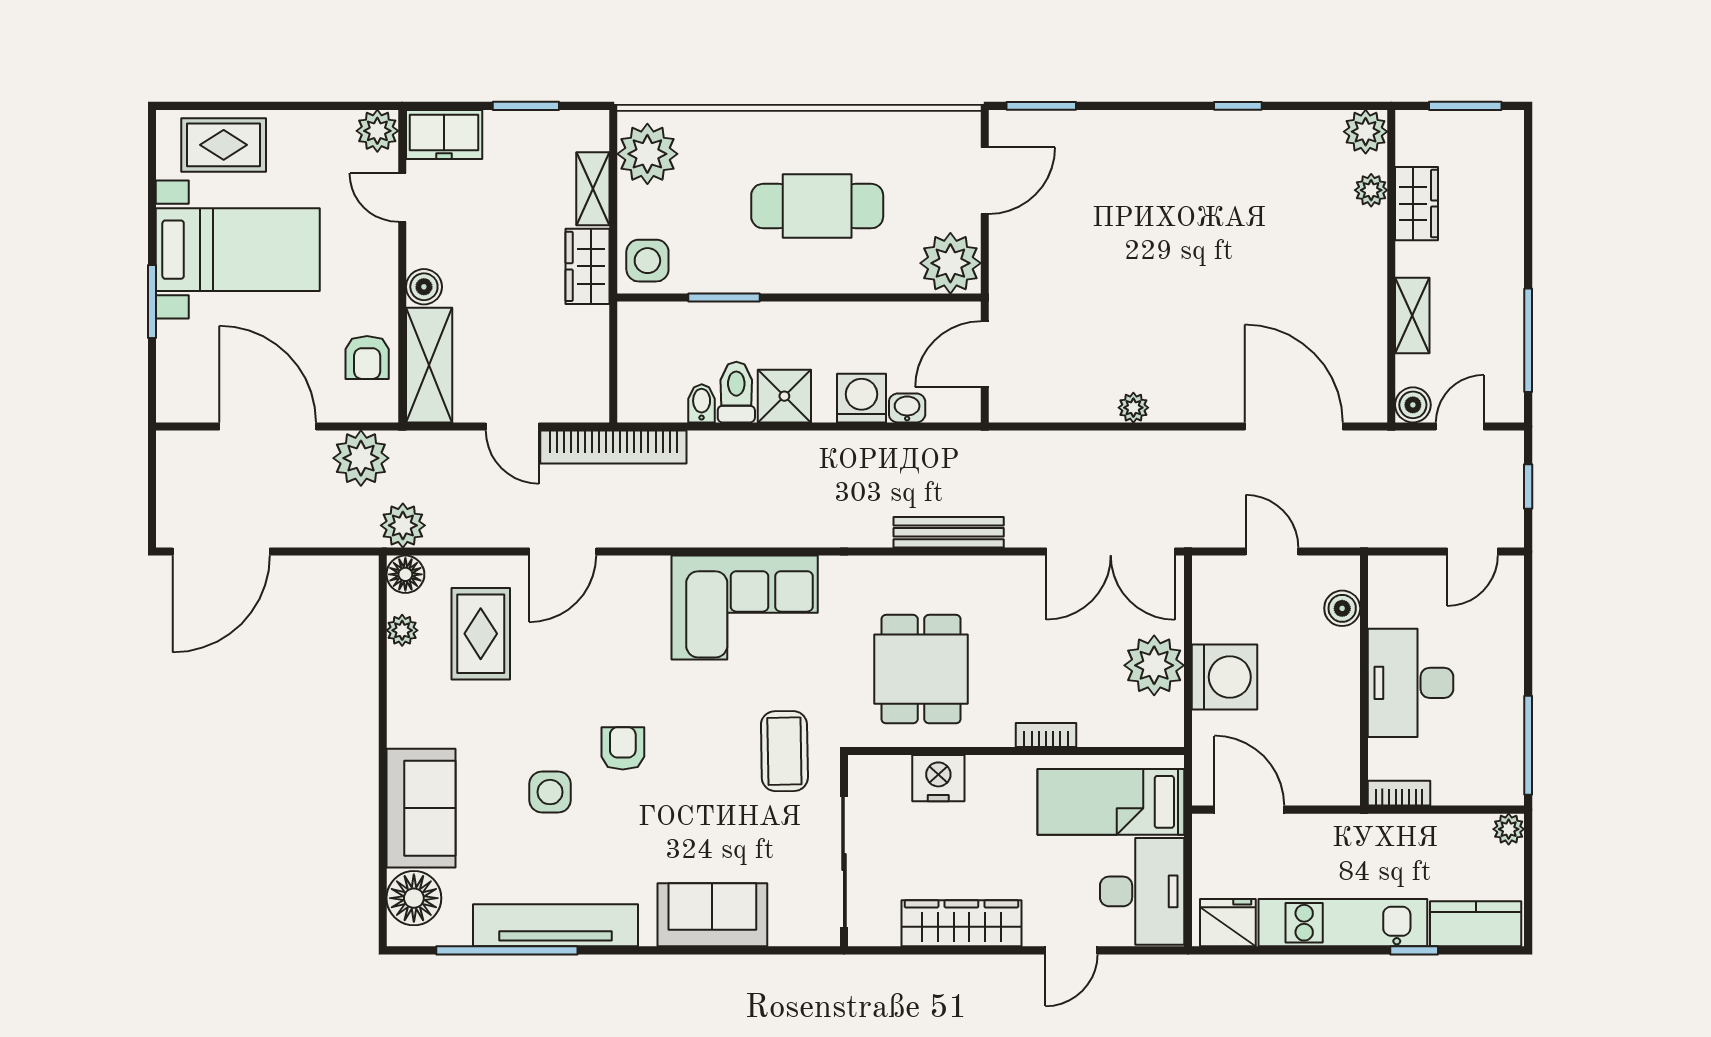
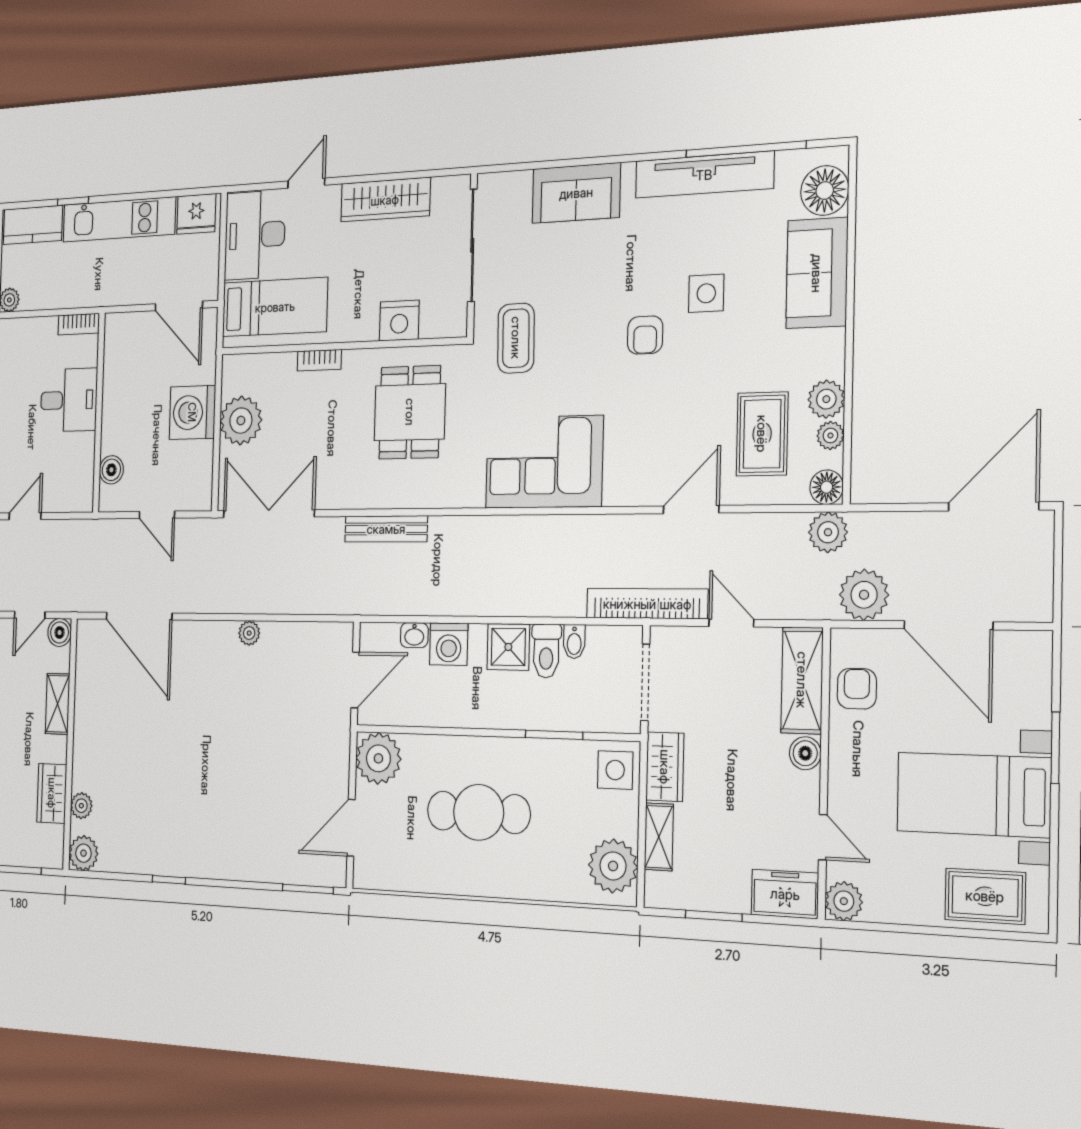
doorway: (613, 359) -> (645, 682), added
plant: (408, 670) -> (826, 399), added
desk: (1411, 683) -> (69, 400), width x0.73

